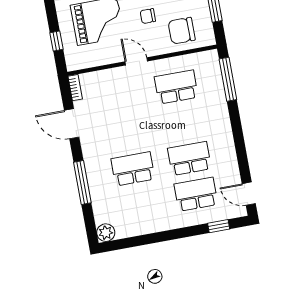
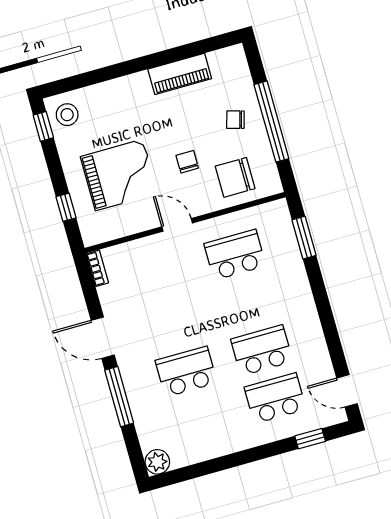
chair: (148, 16) -> (187, 162), turned 90
window: (228, 79) -> (304, 238), width x0.69
door: (72, 124) -> (103, 338), moved

